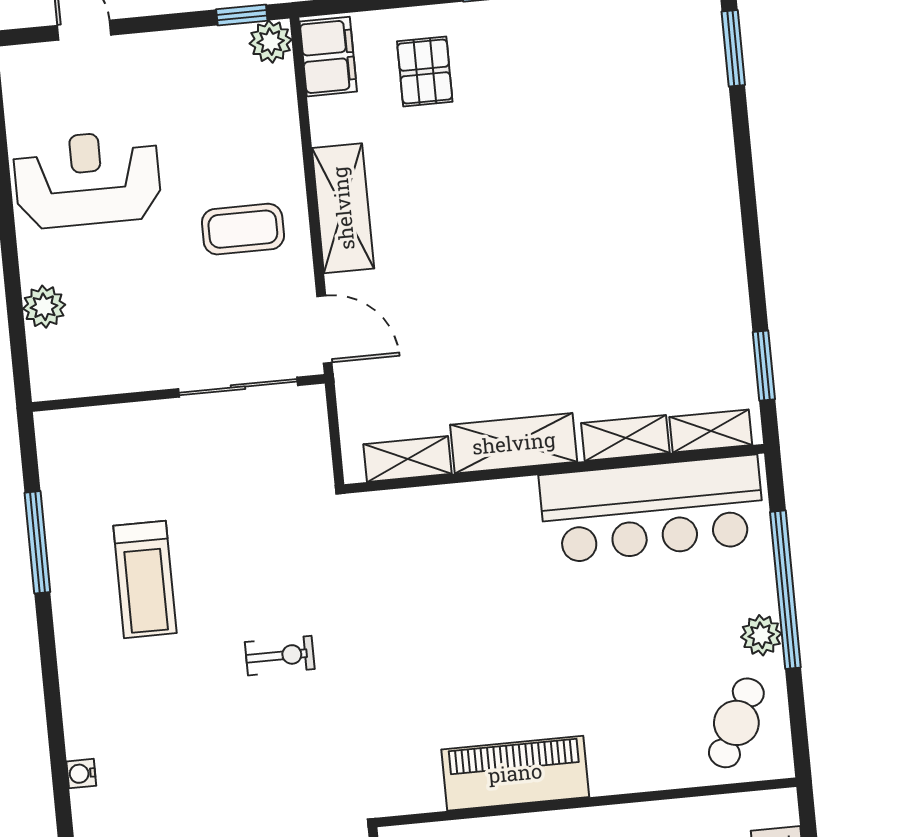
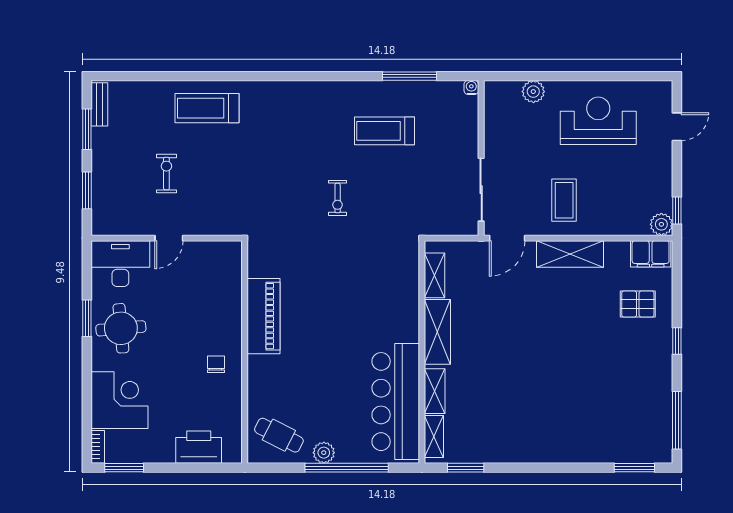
reception desk: (87, 179) -> (598, 121), turned -90
water cooler: (81, 774) -> (471, 87), moved

